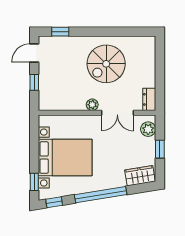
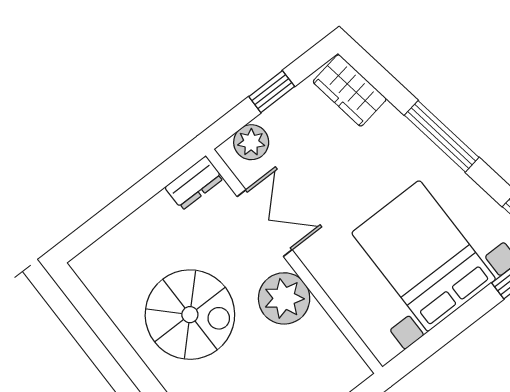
plant: (92, 105) -> (284, 298), width x1.88, depth x1.88
window: (101, 195) -> (442, 136), width x0.68

